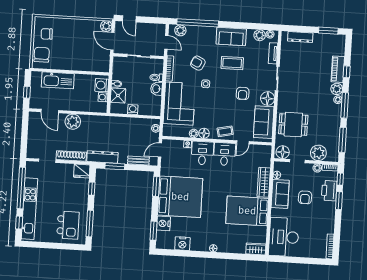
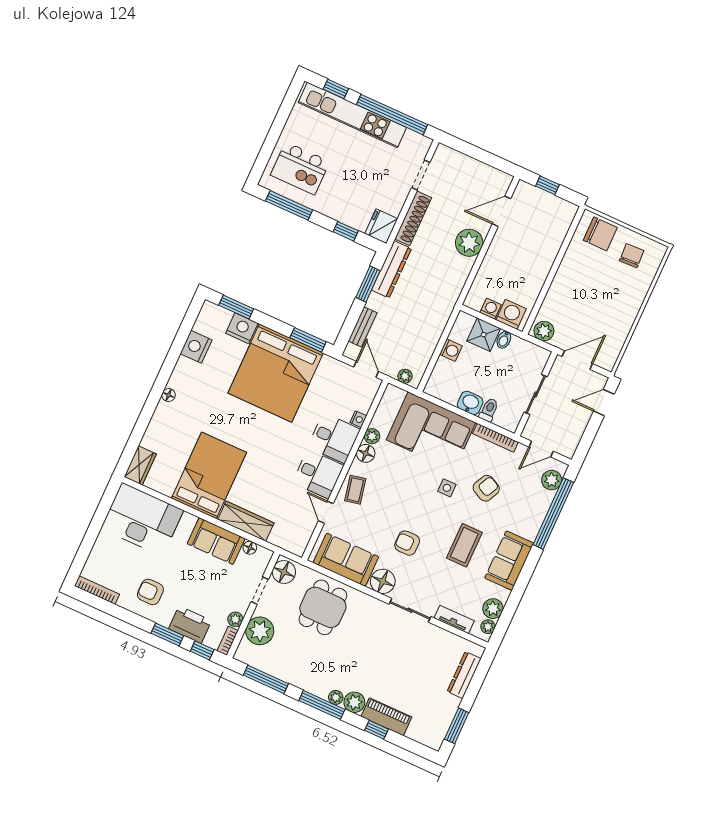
plant: (106, 26) -> (544, 331), moved
kitchen sink: (58, 80) -> (547, 244), removed
armchair: (305, 197) -> (150, 592), moved

